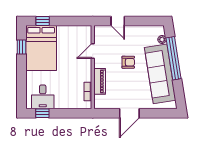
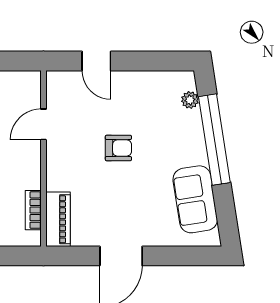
sofa: (160, 74) -> (195, 199), width x0.54, depth x0.79
piano: (100, 81) -> (58, 219), moved

